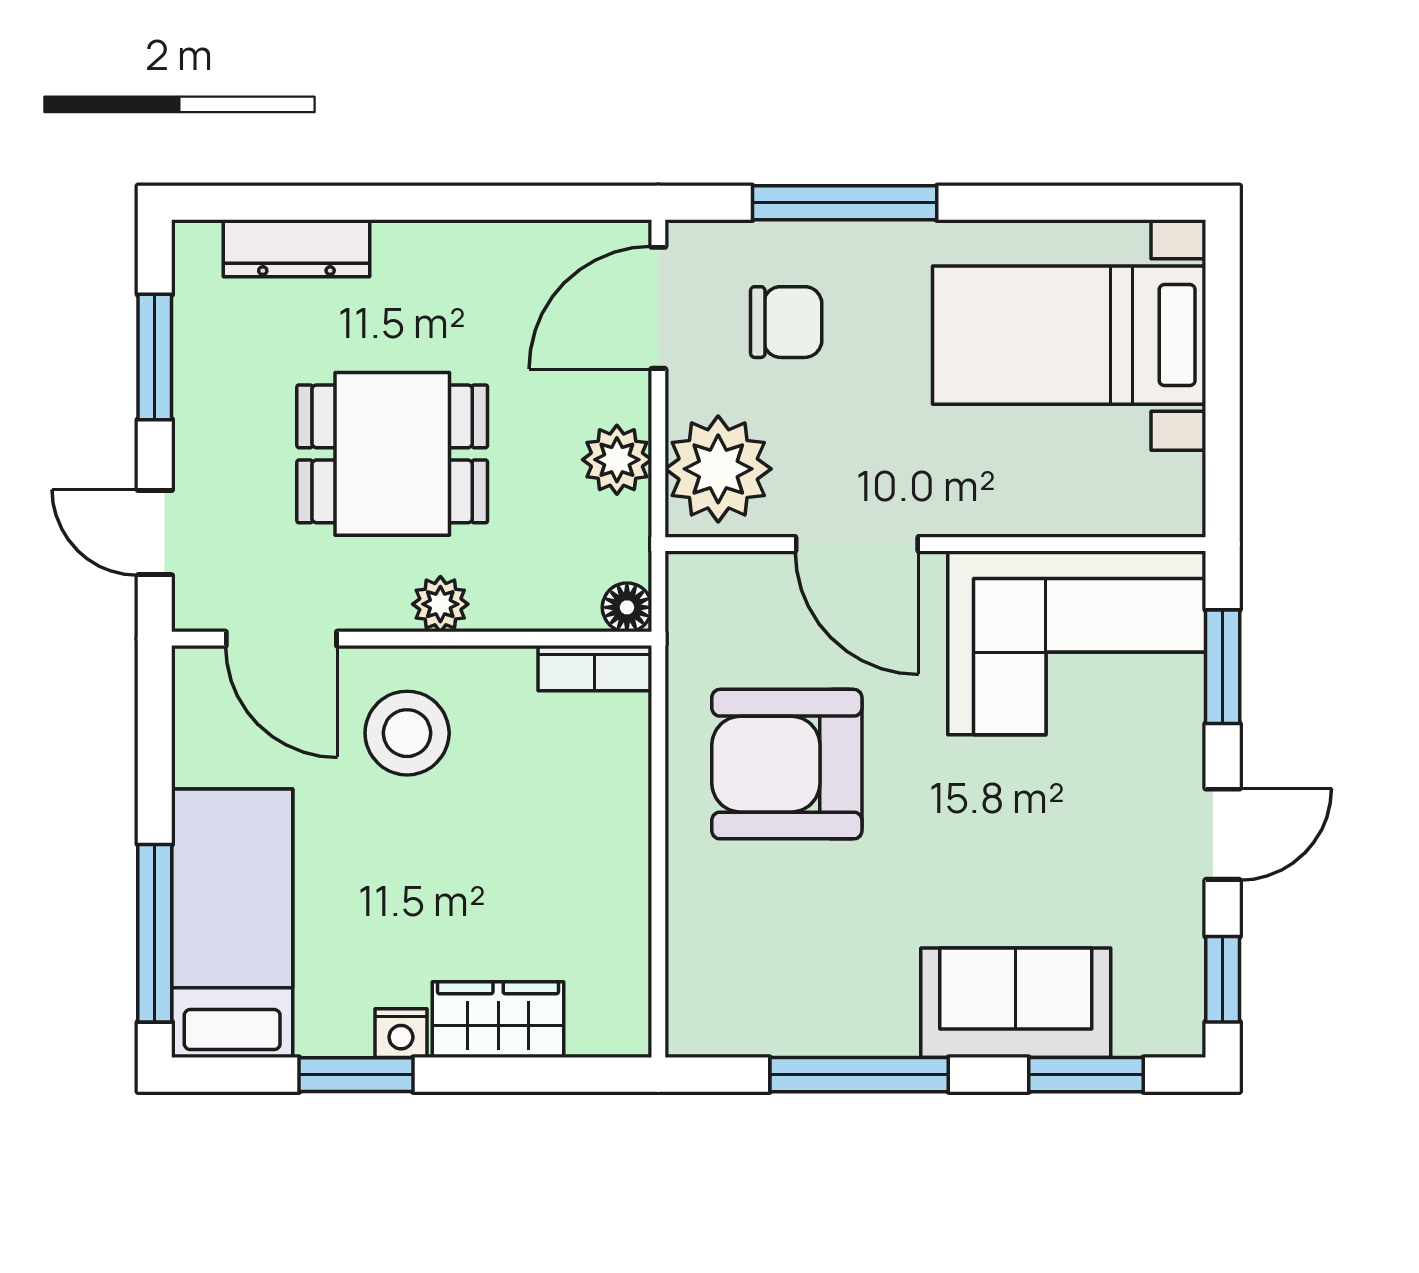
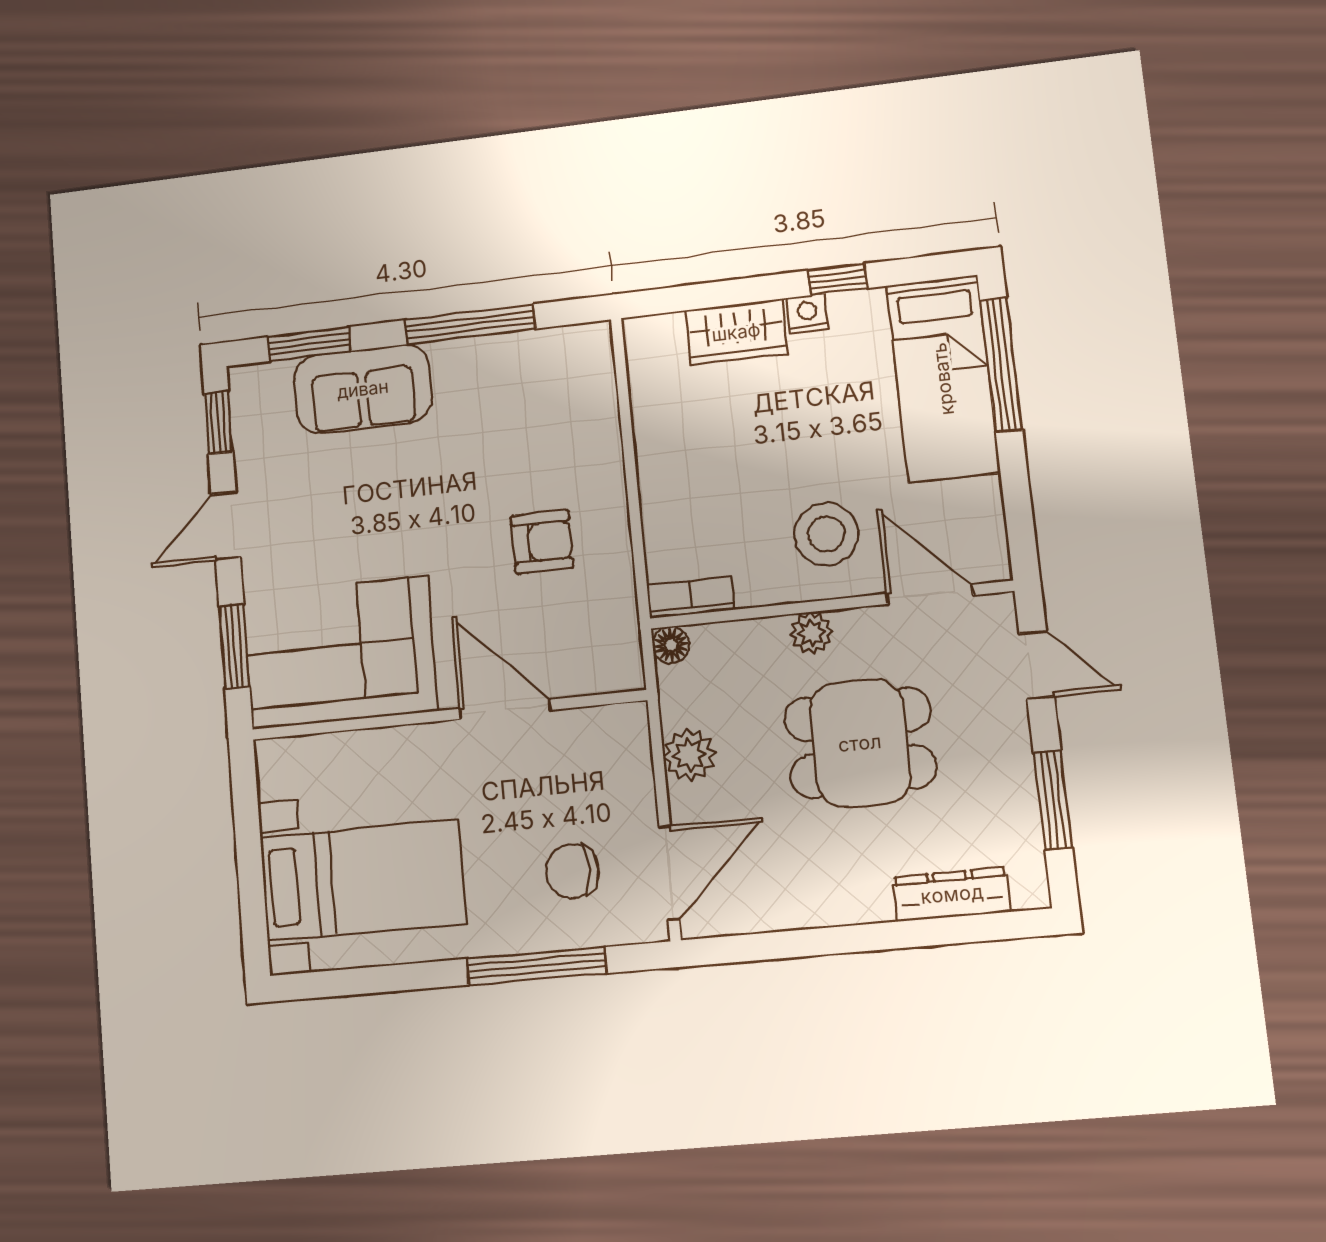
plant: (718, 469) -> (613, 755), removed
armchair: (787, 764) -> (542, 542), width x0.53, depth x0.53
window: (356, 1075) -> (837, 279), width x0.67

